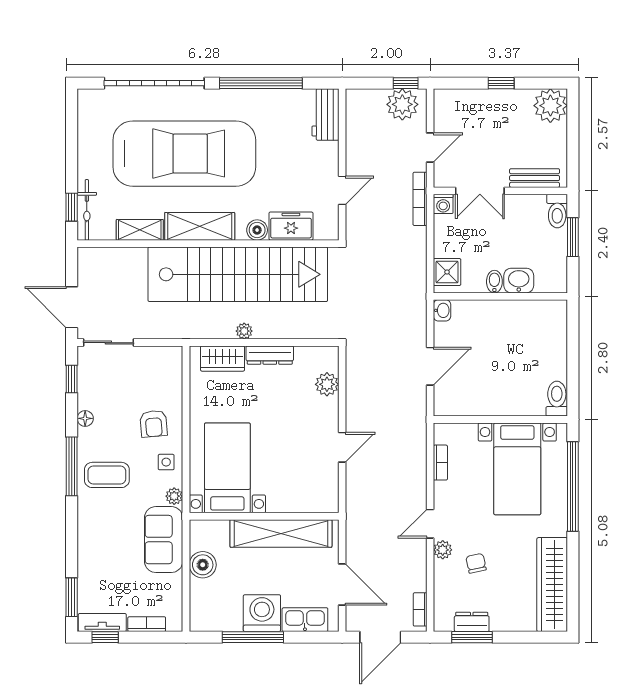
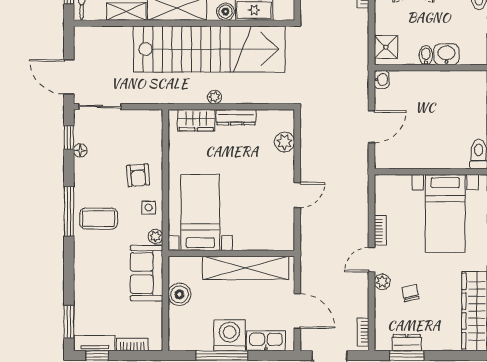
floor lamp: (85, 418) -> (80, 150), moved
bookcase: (440, 463) -> (380, 230), moved

